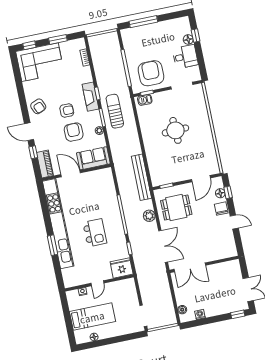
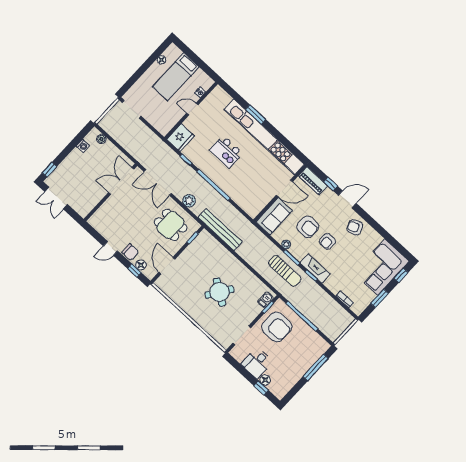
round table: (175, 130) -> (219, 292), turned 36
dining table: (176, 207) -> (171, 225), turned 90
door: (97, 283) -> (192, 109), hinge flipped

